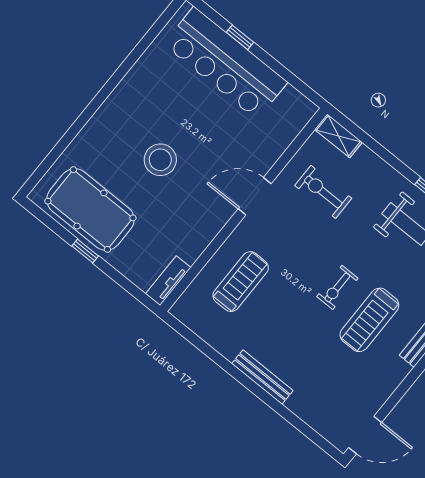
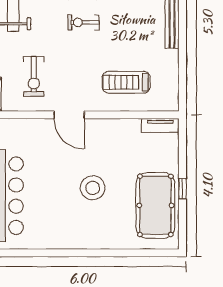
exercise bike: (337, 287) -> (83, 22), turned 180

